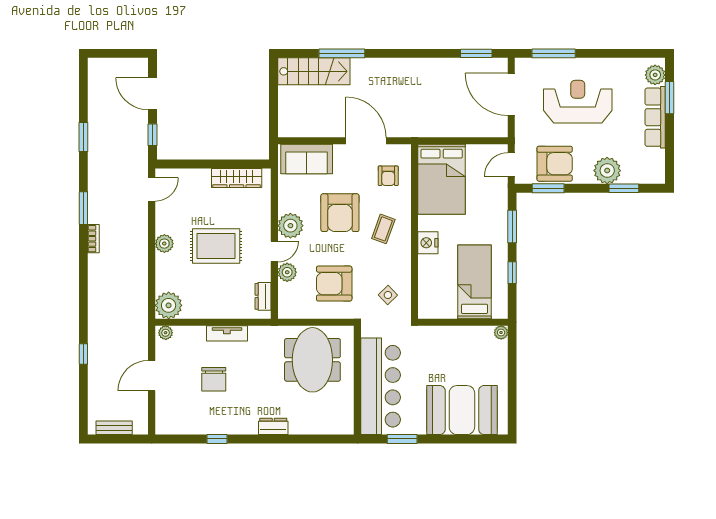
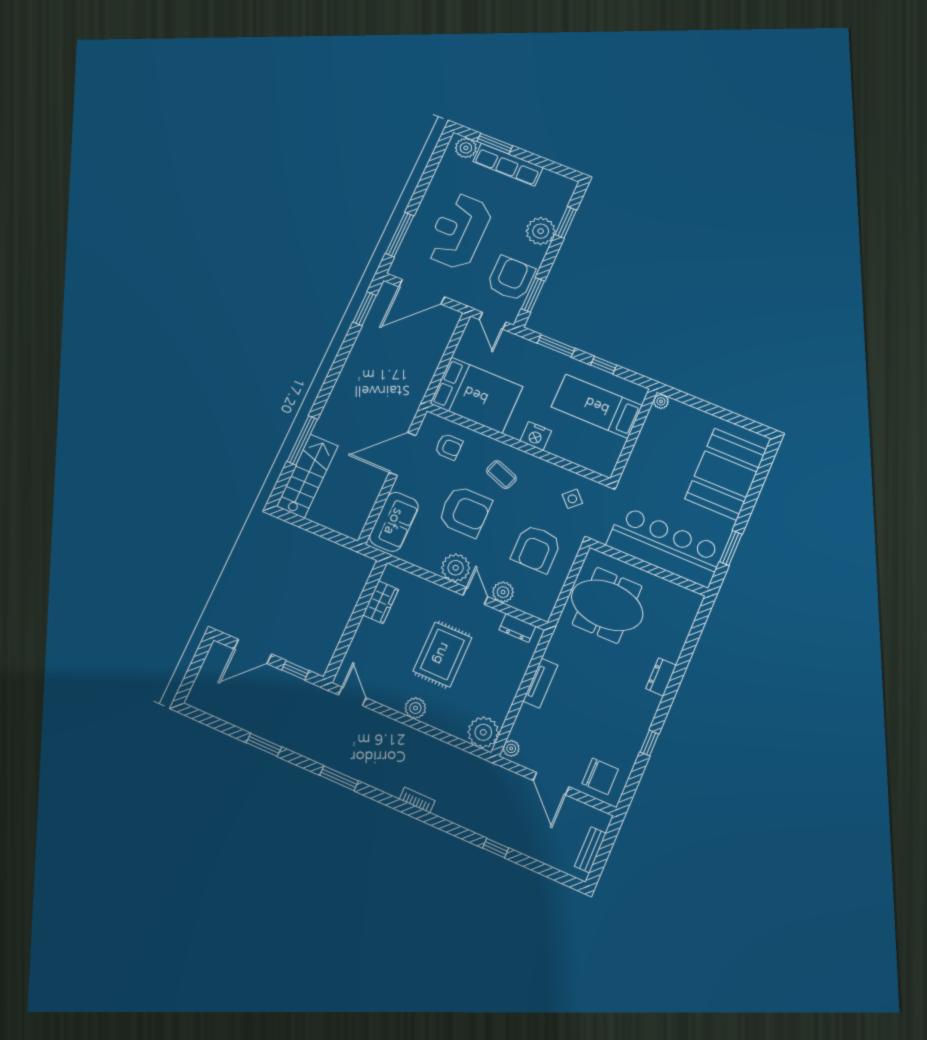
wardrobe: (237, 178) -> (381, 602), width x0.67
bookcase: (93, 239) -> (417, 800), moved
chair: (214, 379) -> (600, 776), moved

